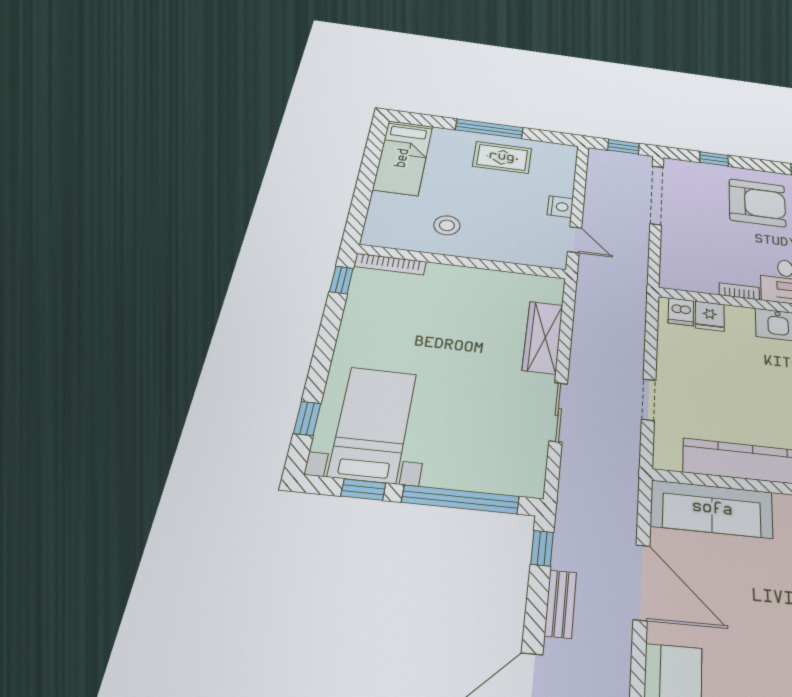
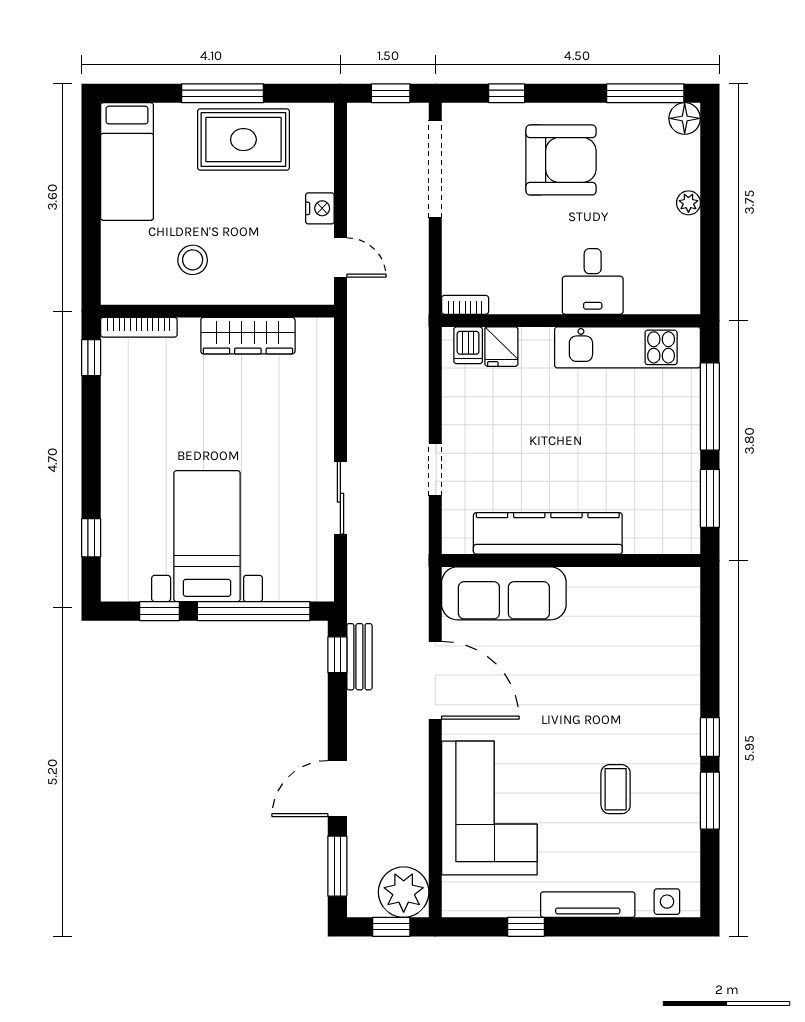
rug: (502, 157) -> (243, 140), width x1.36, depth x1.43
bookcase: (739, 291) -> (465, 305), moved
wardrobe: (543, 337) -> (248, 336), moved, turned -90
bed with nightstands: (373, 424) -> (207, 536), moved
bench: (561, 604) -> (359, 657), moved

